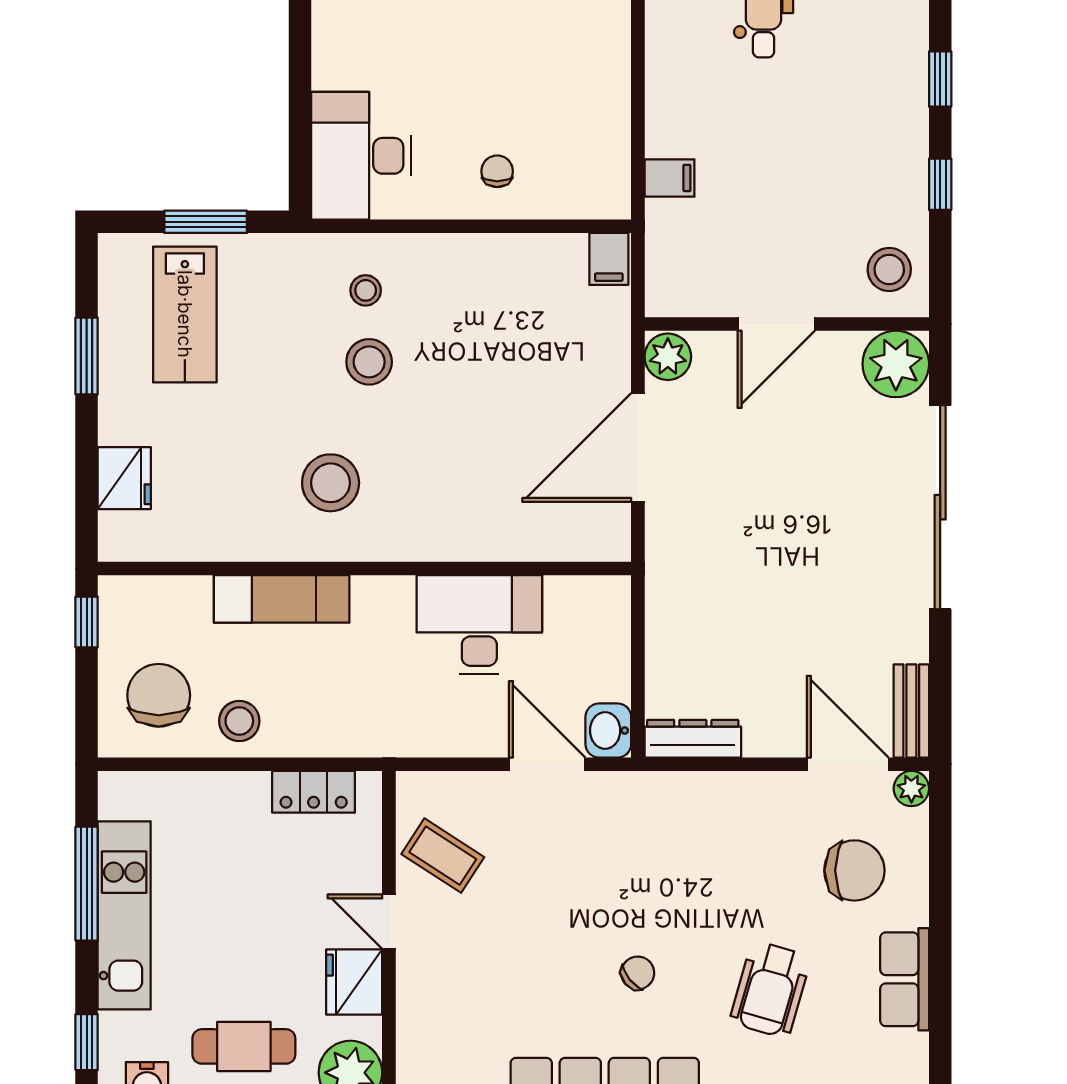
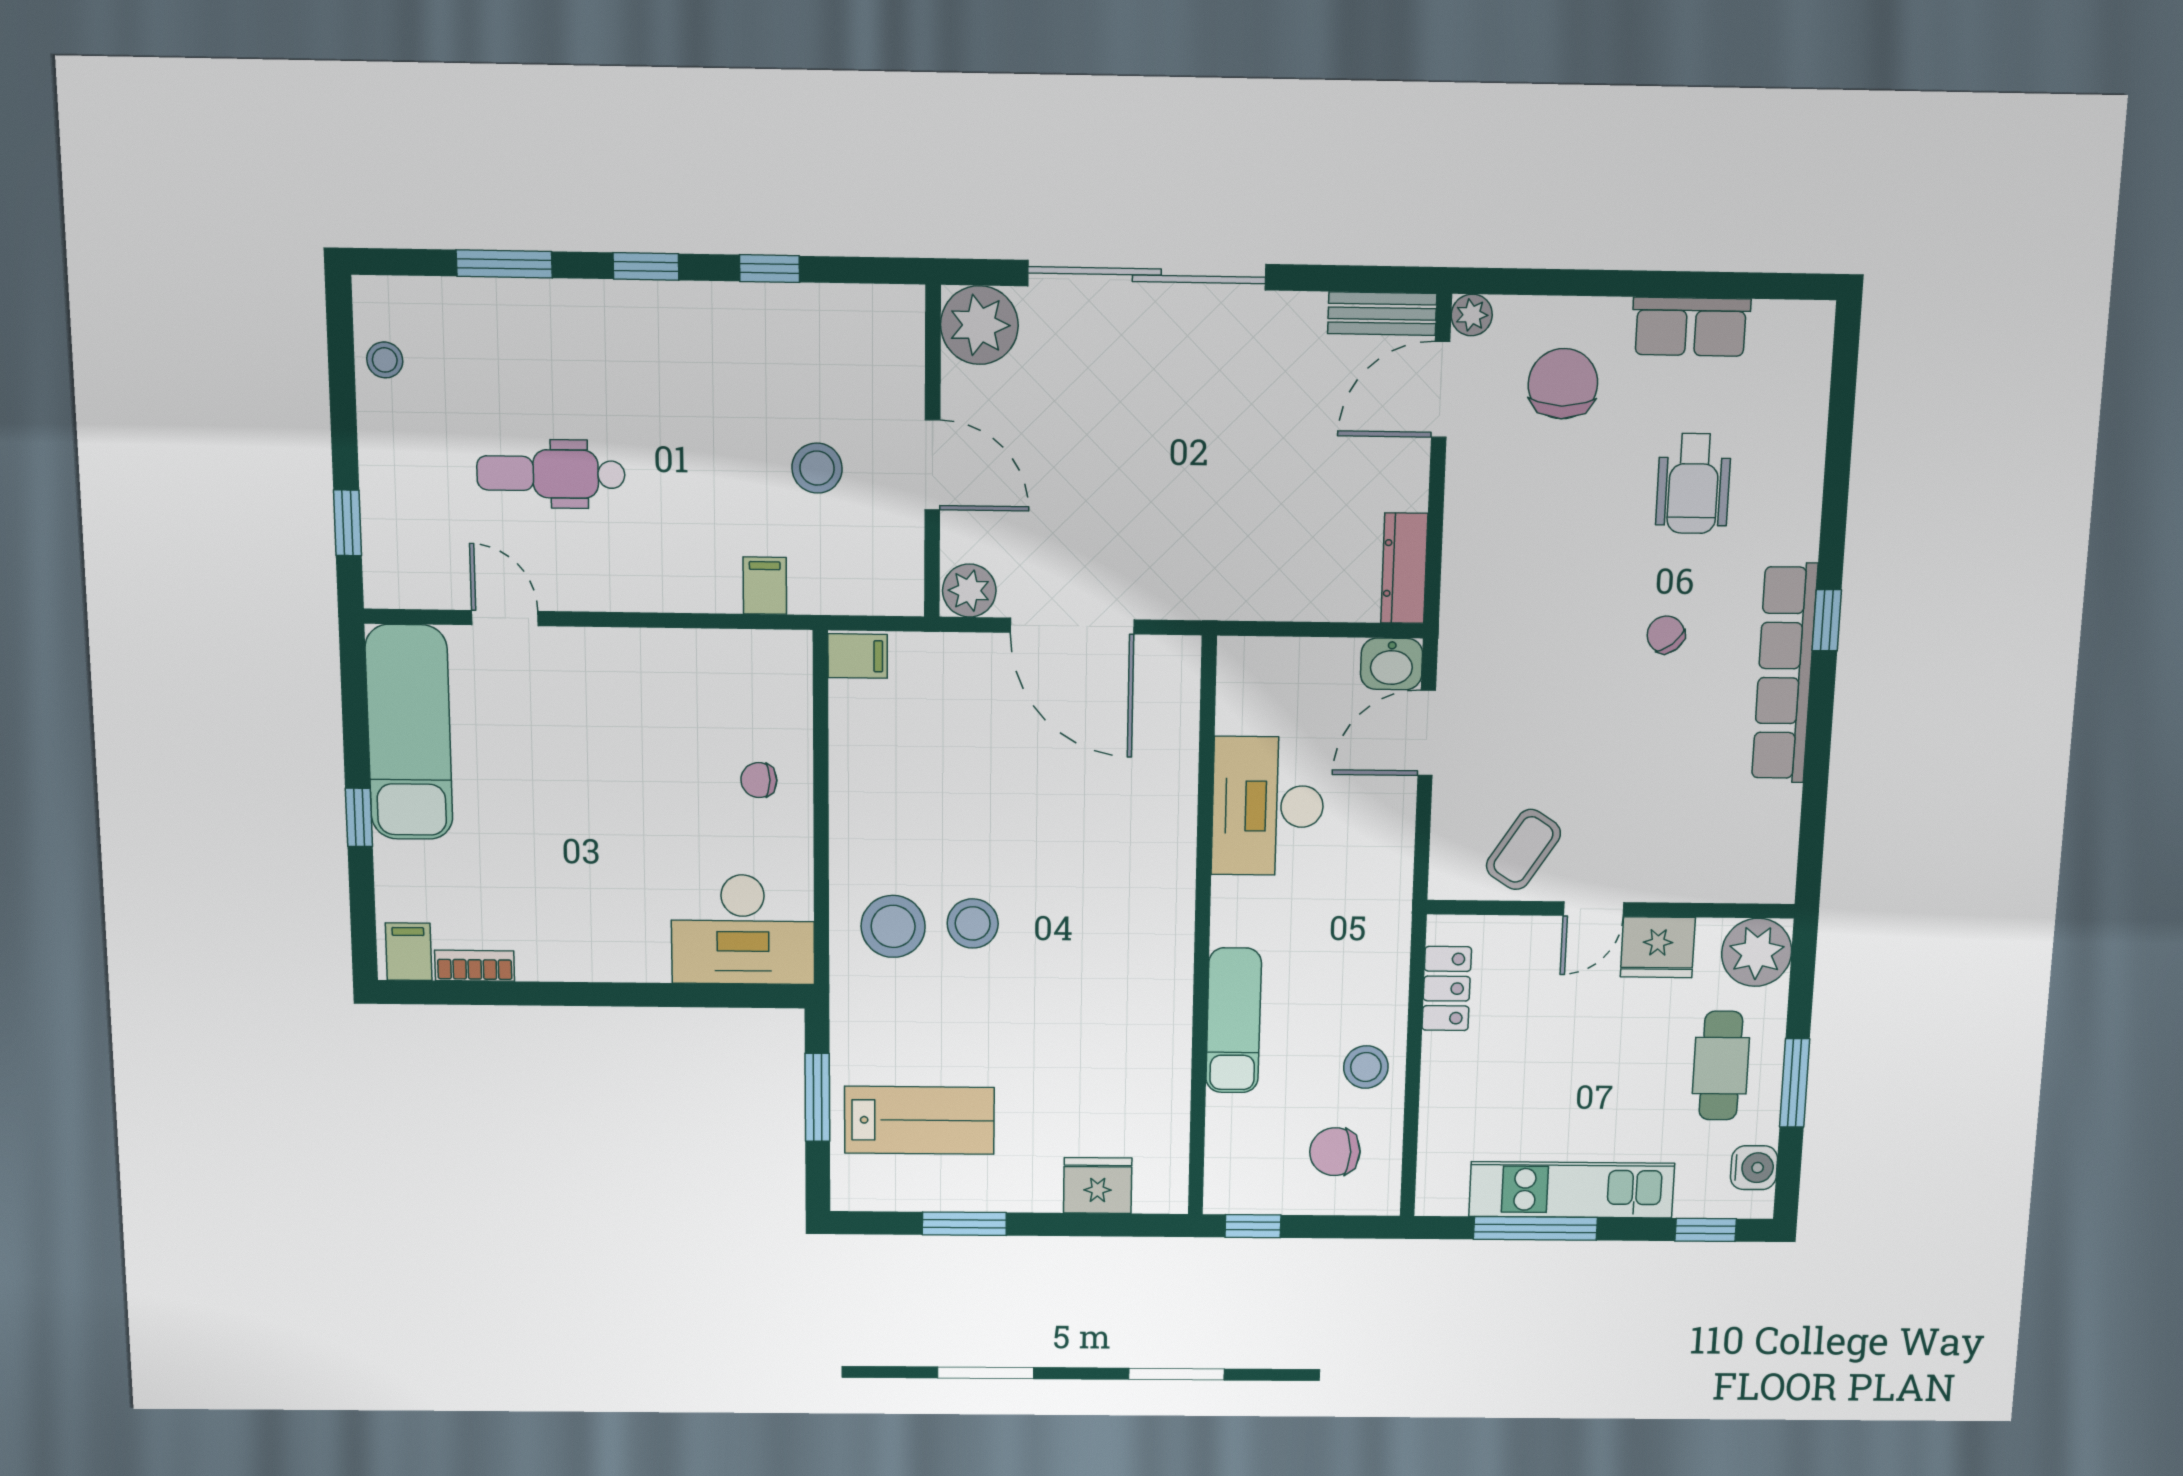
stool: (889, 270) -> (817, 468), moved
stool: (366, 290) -> (893, 926), width x1.89, depth x1.89
stool: (331, 483) -> (1107, 967), removed
chair: (159, 695) -> (1335, 1152), width x0.73, depth x0.73
wheelchair: (770, 989) -> (1693, 484), turned 74

